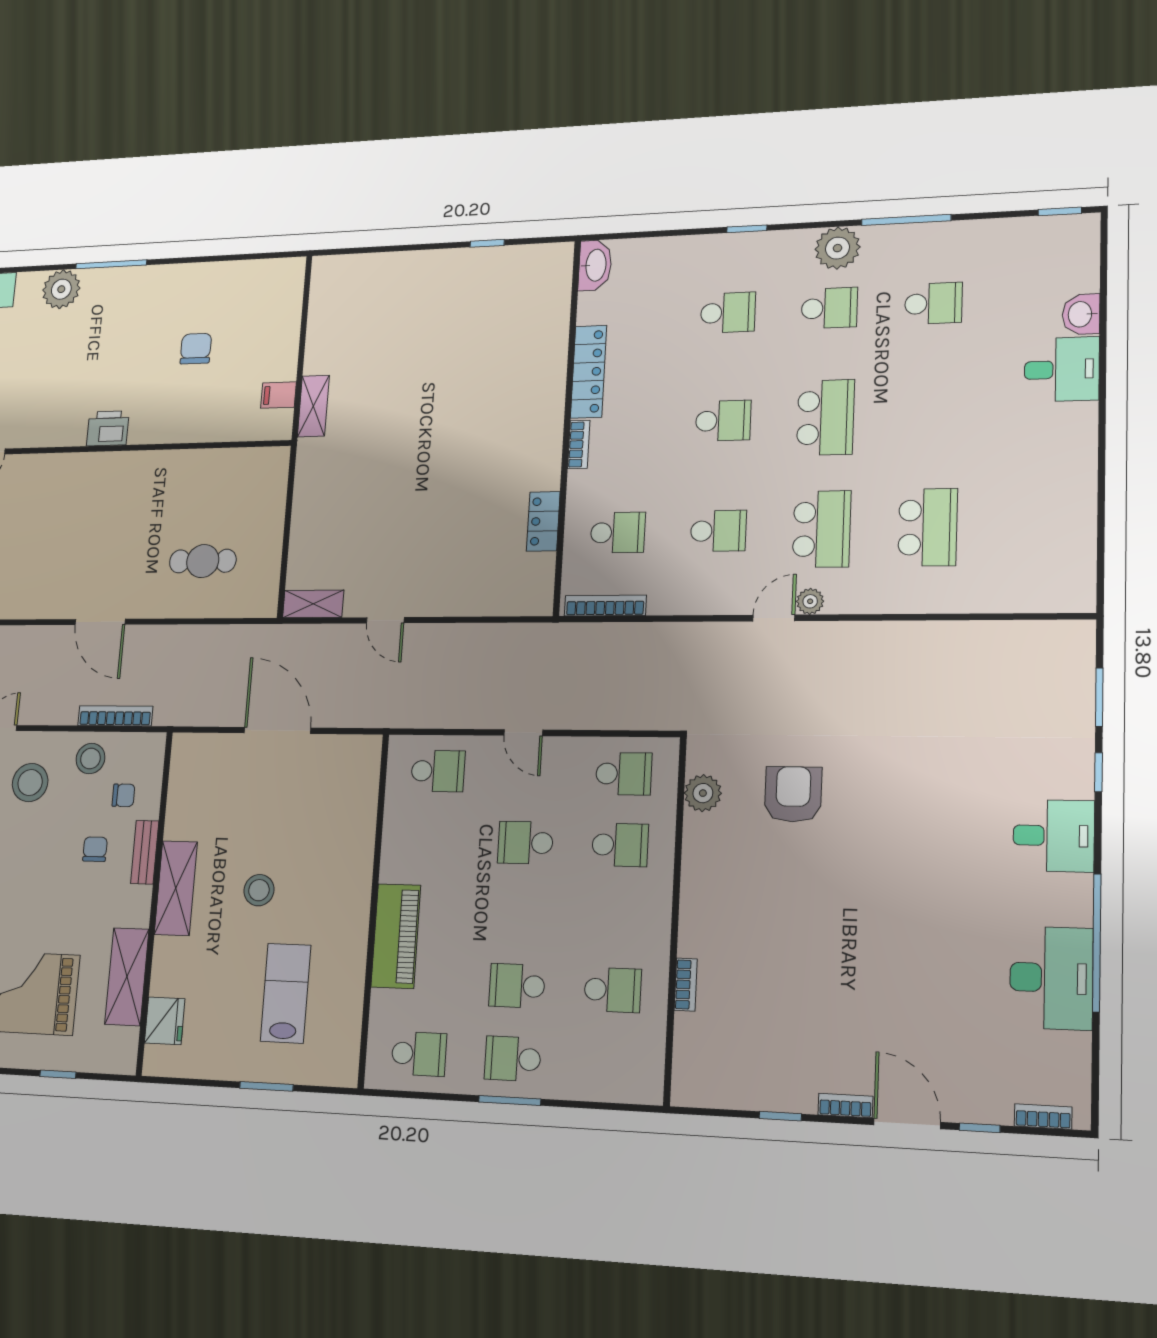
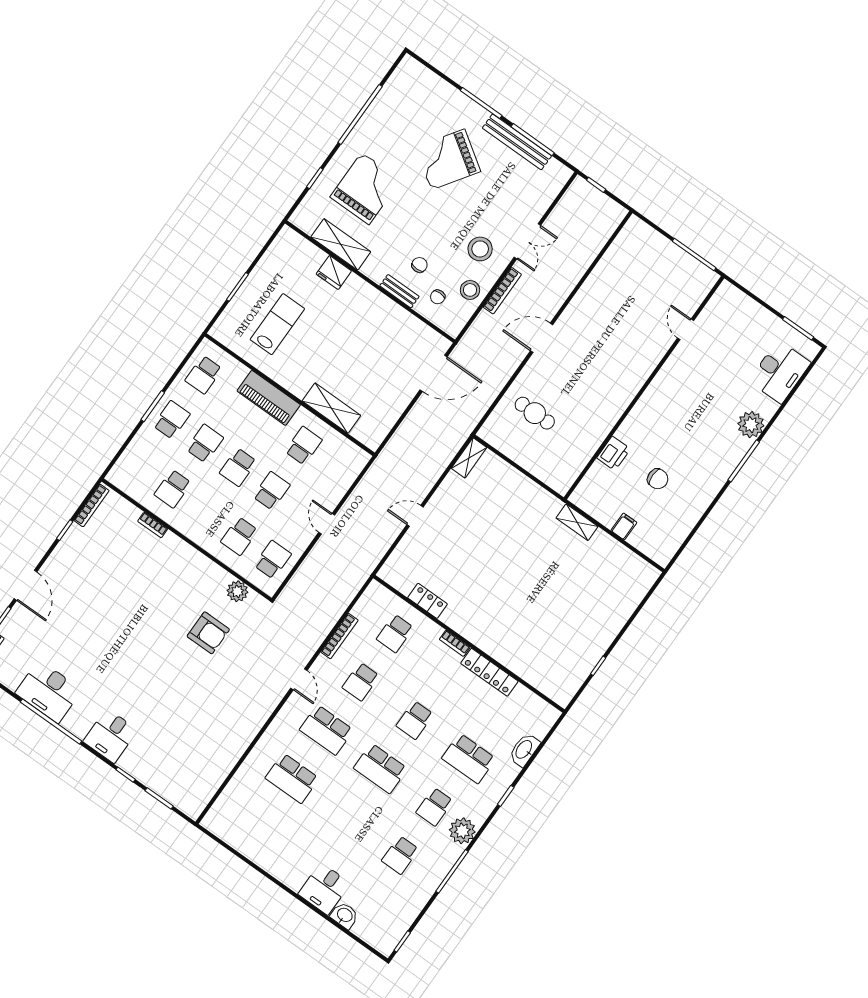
washbasin: (595, 265) -> (524, 750), moved, turned 90
school desk: (728, 313) -> (469, 758), width x1.85
filing cabinet: (278, 395) -> (624, 527), moved
printer: (108, 428) -> (614, 453), moved
cafe table: (203, 561) -> (535, 413), turned 90
plant: (810, 601) -> (295, 701), removed
bookcase: (605, 606) -> (339, 636), moved
door: (385, 620) -> (415, 516), moved
bookcase: (115, 716) -> (502, 291), moved
door: (277, 730) -> (434, 373), moved
door: (523, 733) -> (327, 524), hinge flipped
school desk: (438, 771) -> (304, 446), moved, turned 180
school desk: (624, 774) -> (273, 560), turned 180
chair: (95, 849) -> (419, 265), turned -90
shelving: (176, 888) -> (331, 408), moved
stool: (259, 890) -> (339, 341), removed
school desk: (521, 914) -> (238, 467), added
lab bench: (286, 993) -> (277, 324), turned -90
fridge: (165, 1021) -> (334, 273), moved
bookcase: (845, 1106) -> (92, 506), moved, width x1.56
door: (907, 1124) -> (25, 585), hinge flipped

